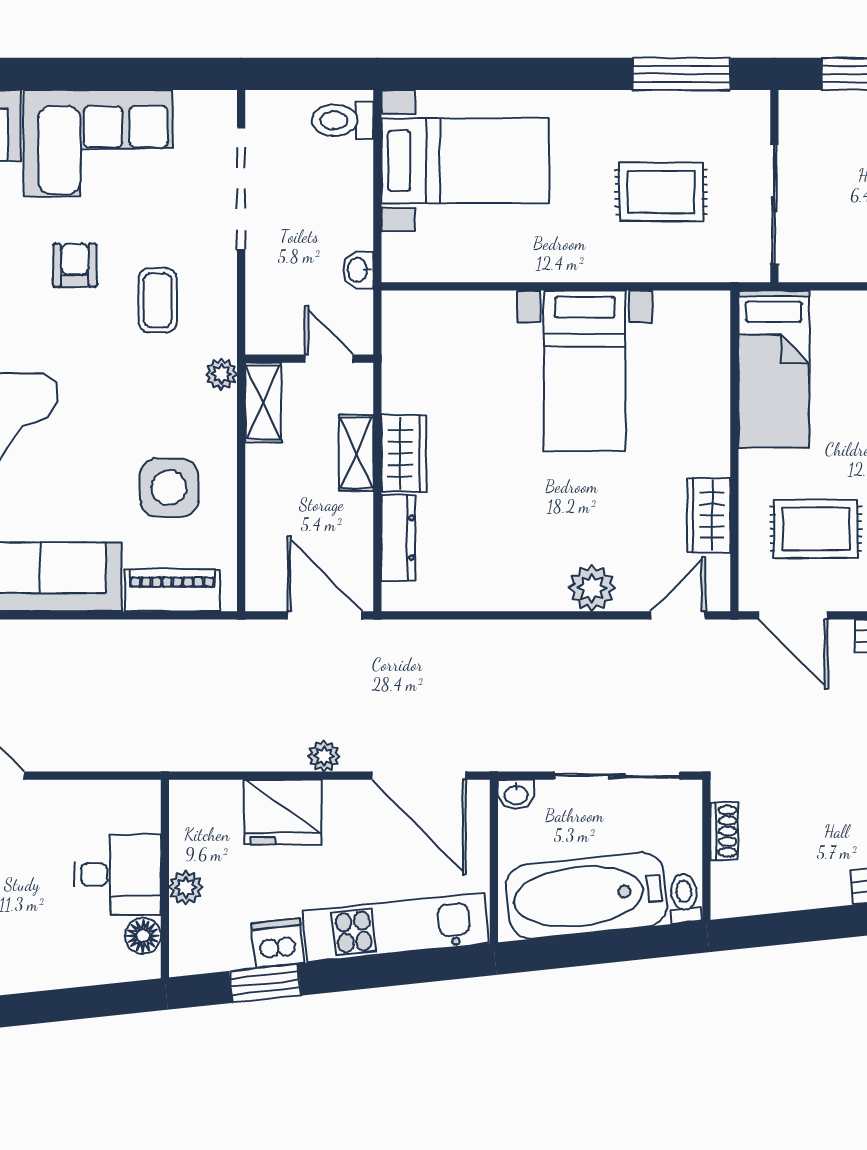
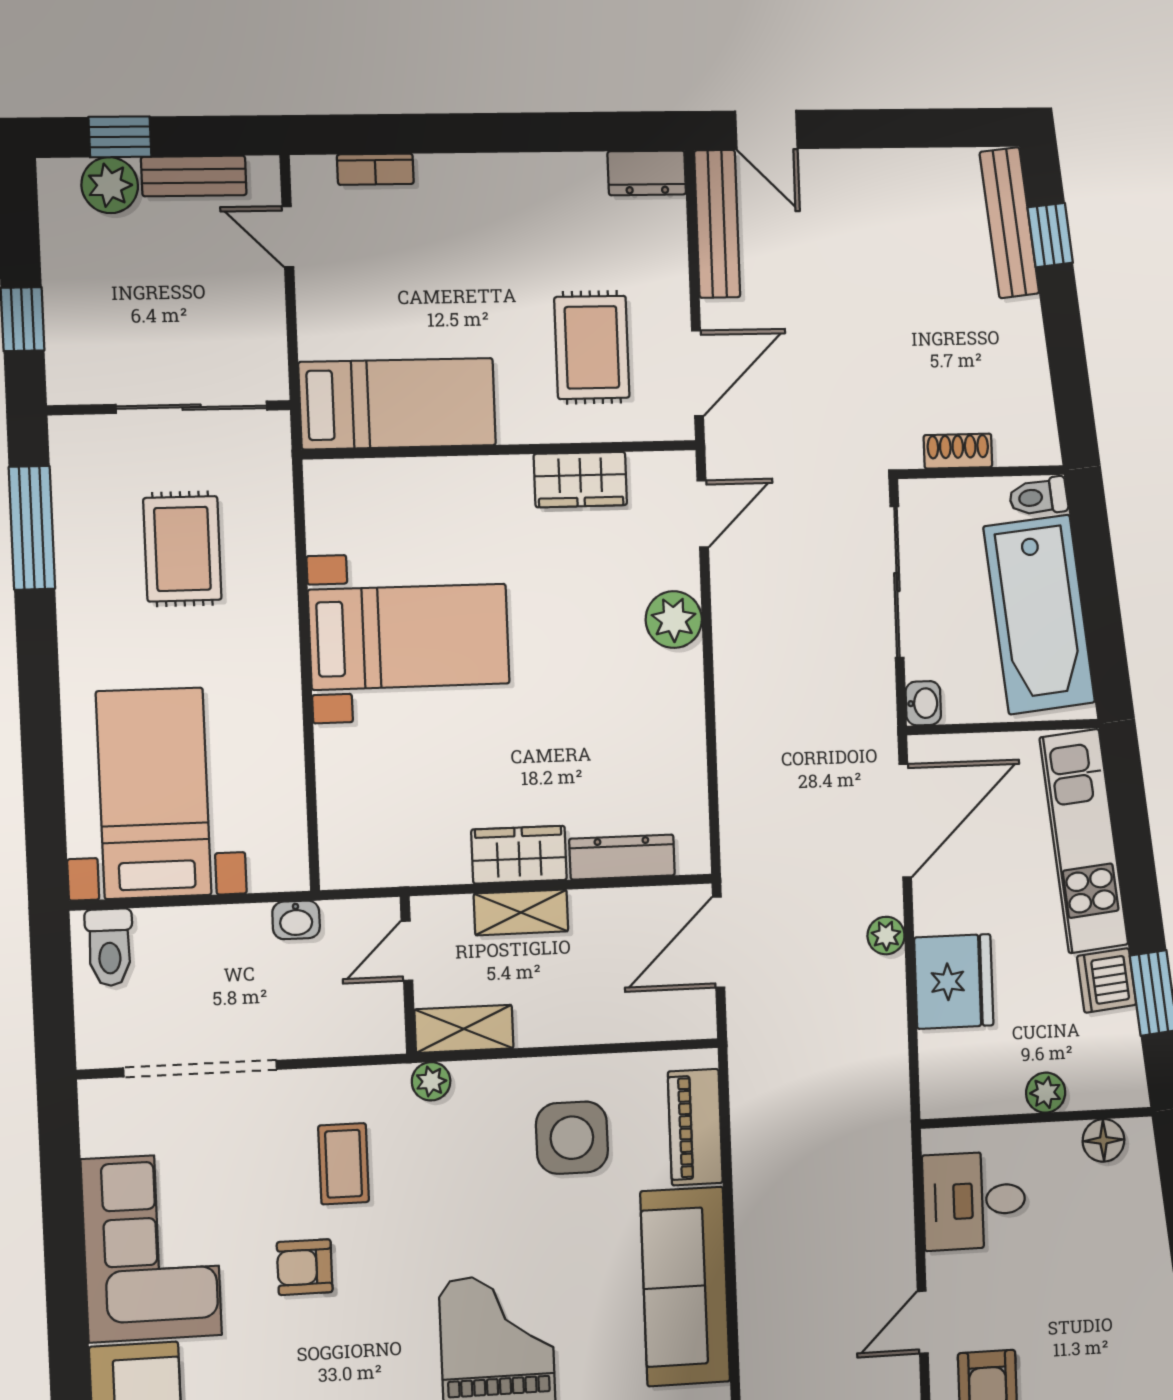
coffee table: (158, 300) -> (344, 1164), turned 90
door: (678, 615) -> (703, 514), swing flipped
desk: (118, 874) -> (974, 1201), moved, turned -90

